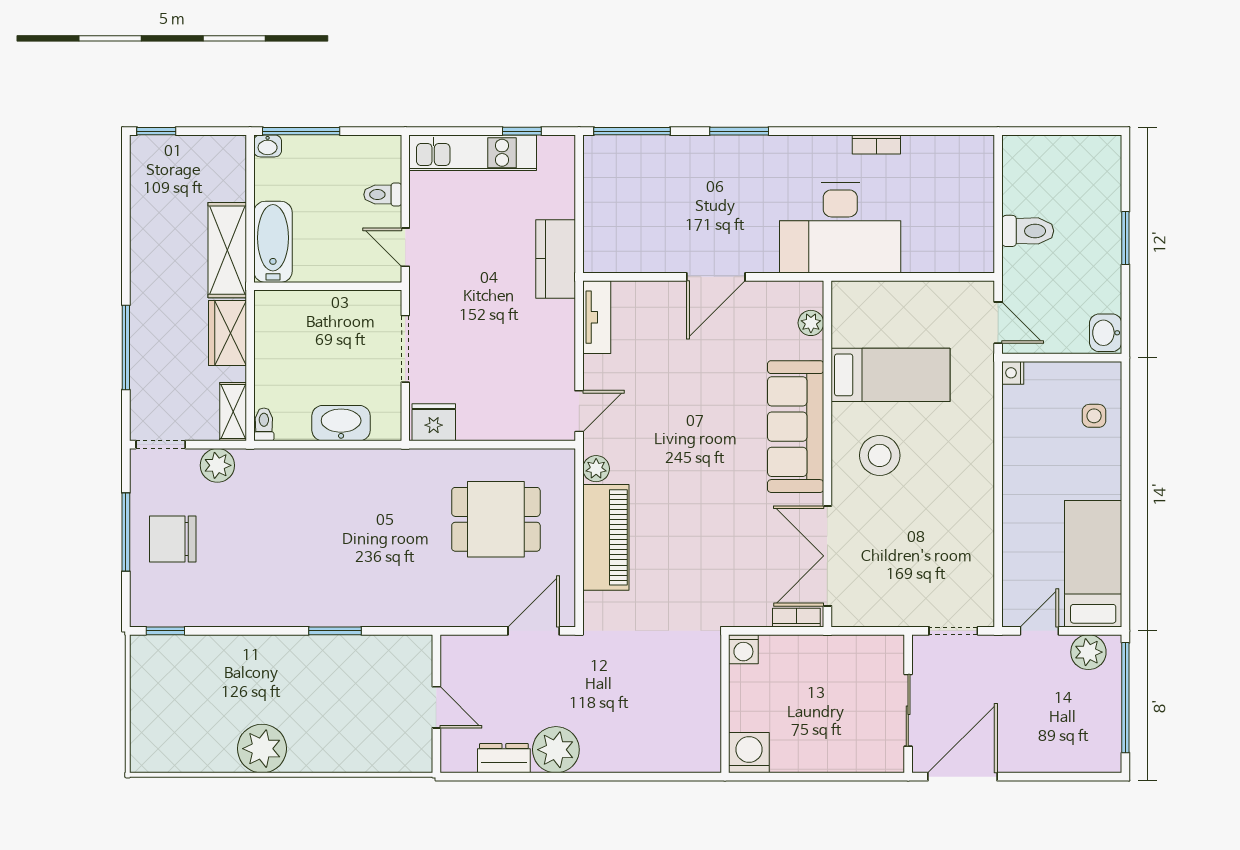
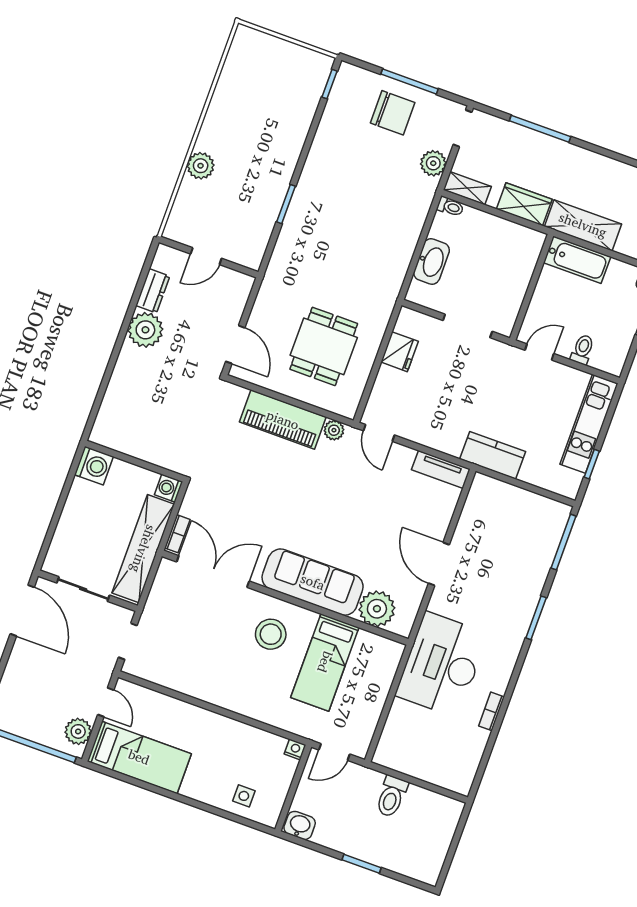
plant: (811, 323) -> (377, 609), width x1.87, depth x1.87
fridge: (434, 422) -> (400, 352), moved
chair: (173, 539) -> (393, 113), turned 90
shelving: (830, 654) -> (143, 549), added
plant: (262, 749) -> (201, 166), moved, width x0.73, depth x0.73

